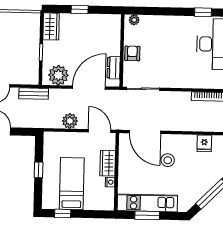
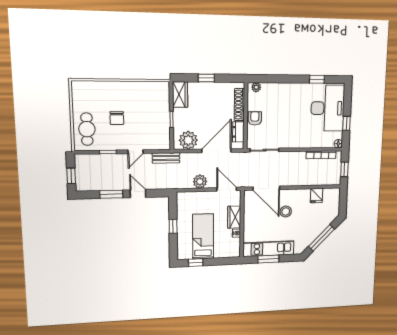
shoe rack: (115, 38) -> (239, 105), added

